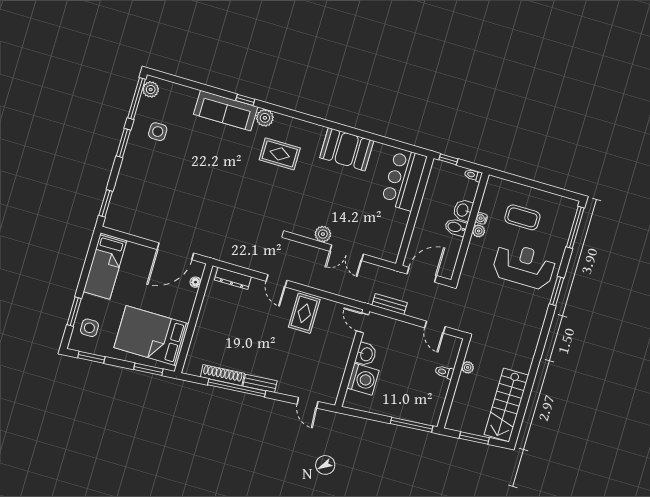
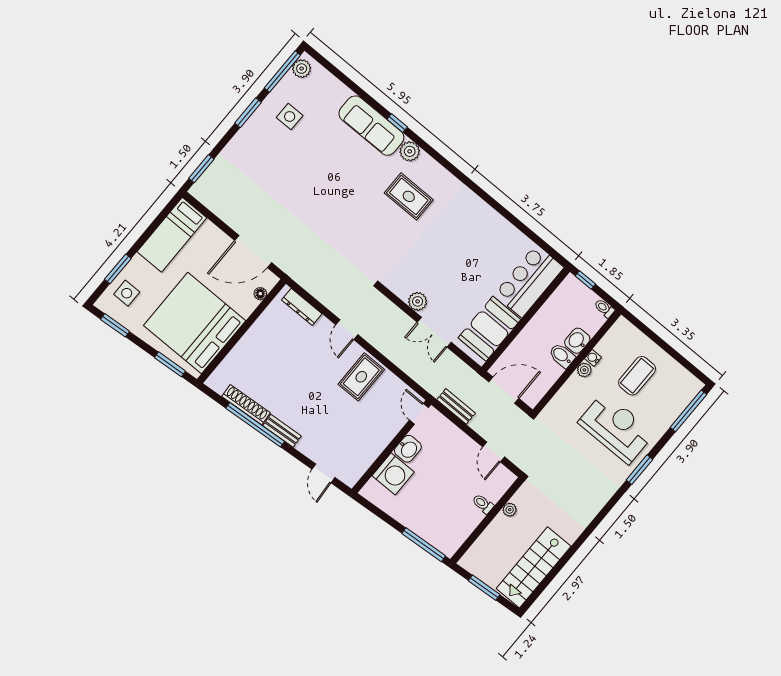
booth: (347, 149) -> (489, 329), moved, turned 90
coffee table: (522, 217) -> (637, 376), turned 90
bed: (151, 336) -> (195, 323), width x1.36

